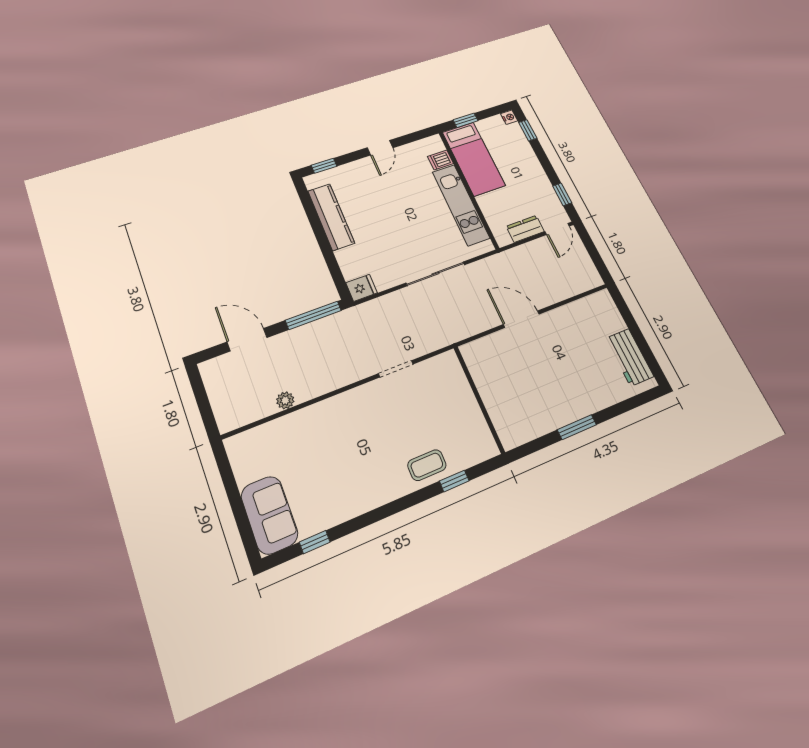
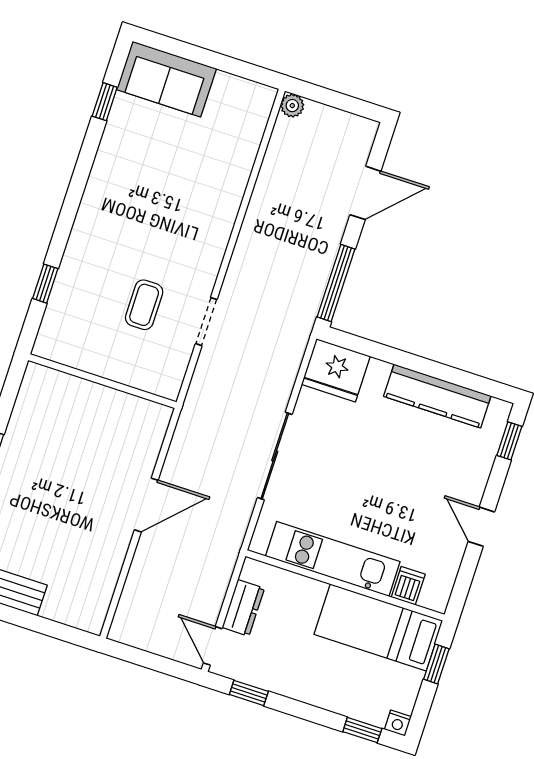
fridge: (362, 288) -> (336, 370), width x1.88, depth x1.34
plant: (285, 400) -> (292, 106), moved
coffee table: (427, 465) -> (144, 305), moved

